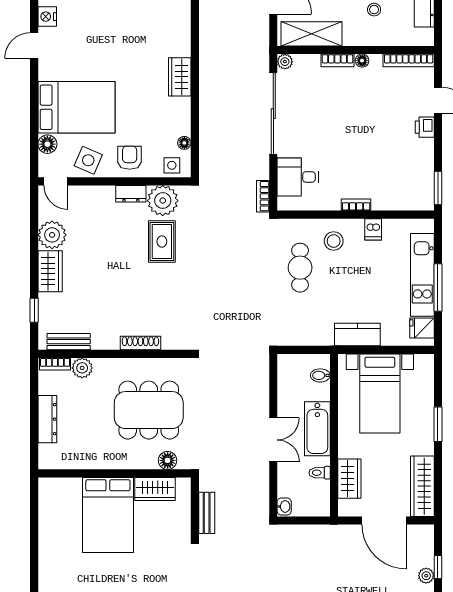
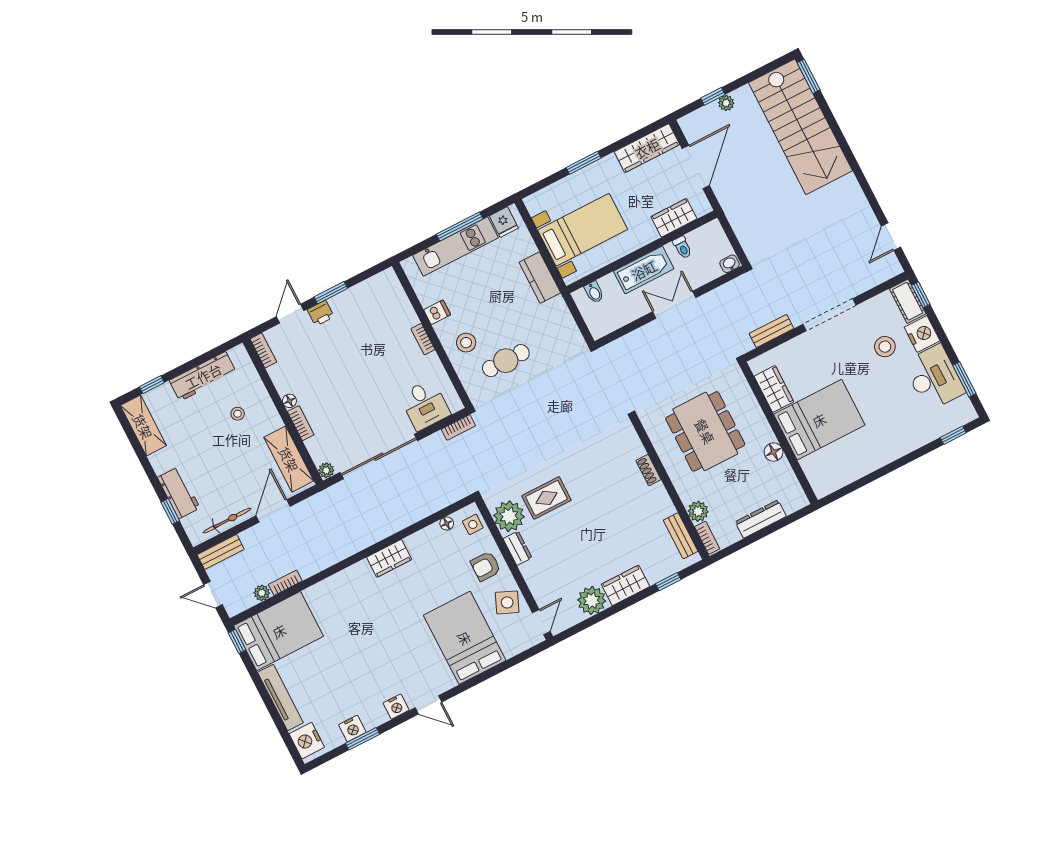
bookcase: (409, 60) -> (263, 350), width x0.64
floor lamp: (47, 144) -> (512, 647), removed
window: (438, 188) -> (331, 293), moved
shoe rack: (140, 343) -> (648, 470), width x0.70
floor lamp: (168, 460) -> (774, 452), moved

